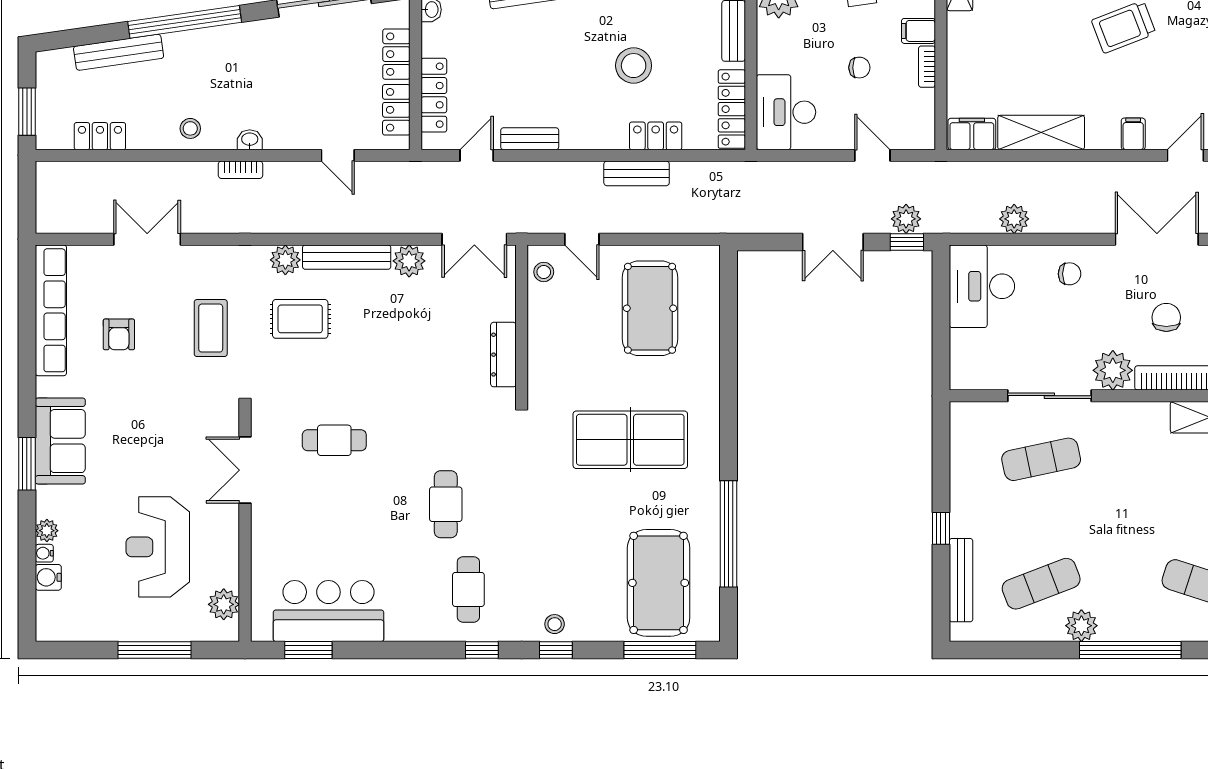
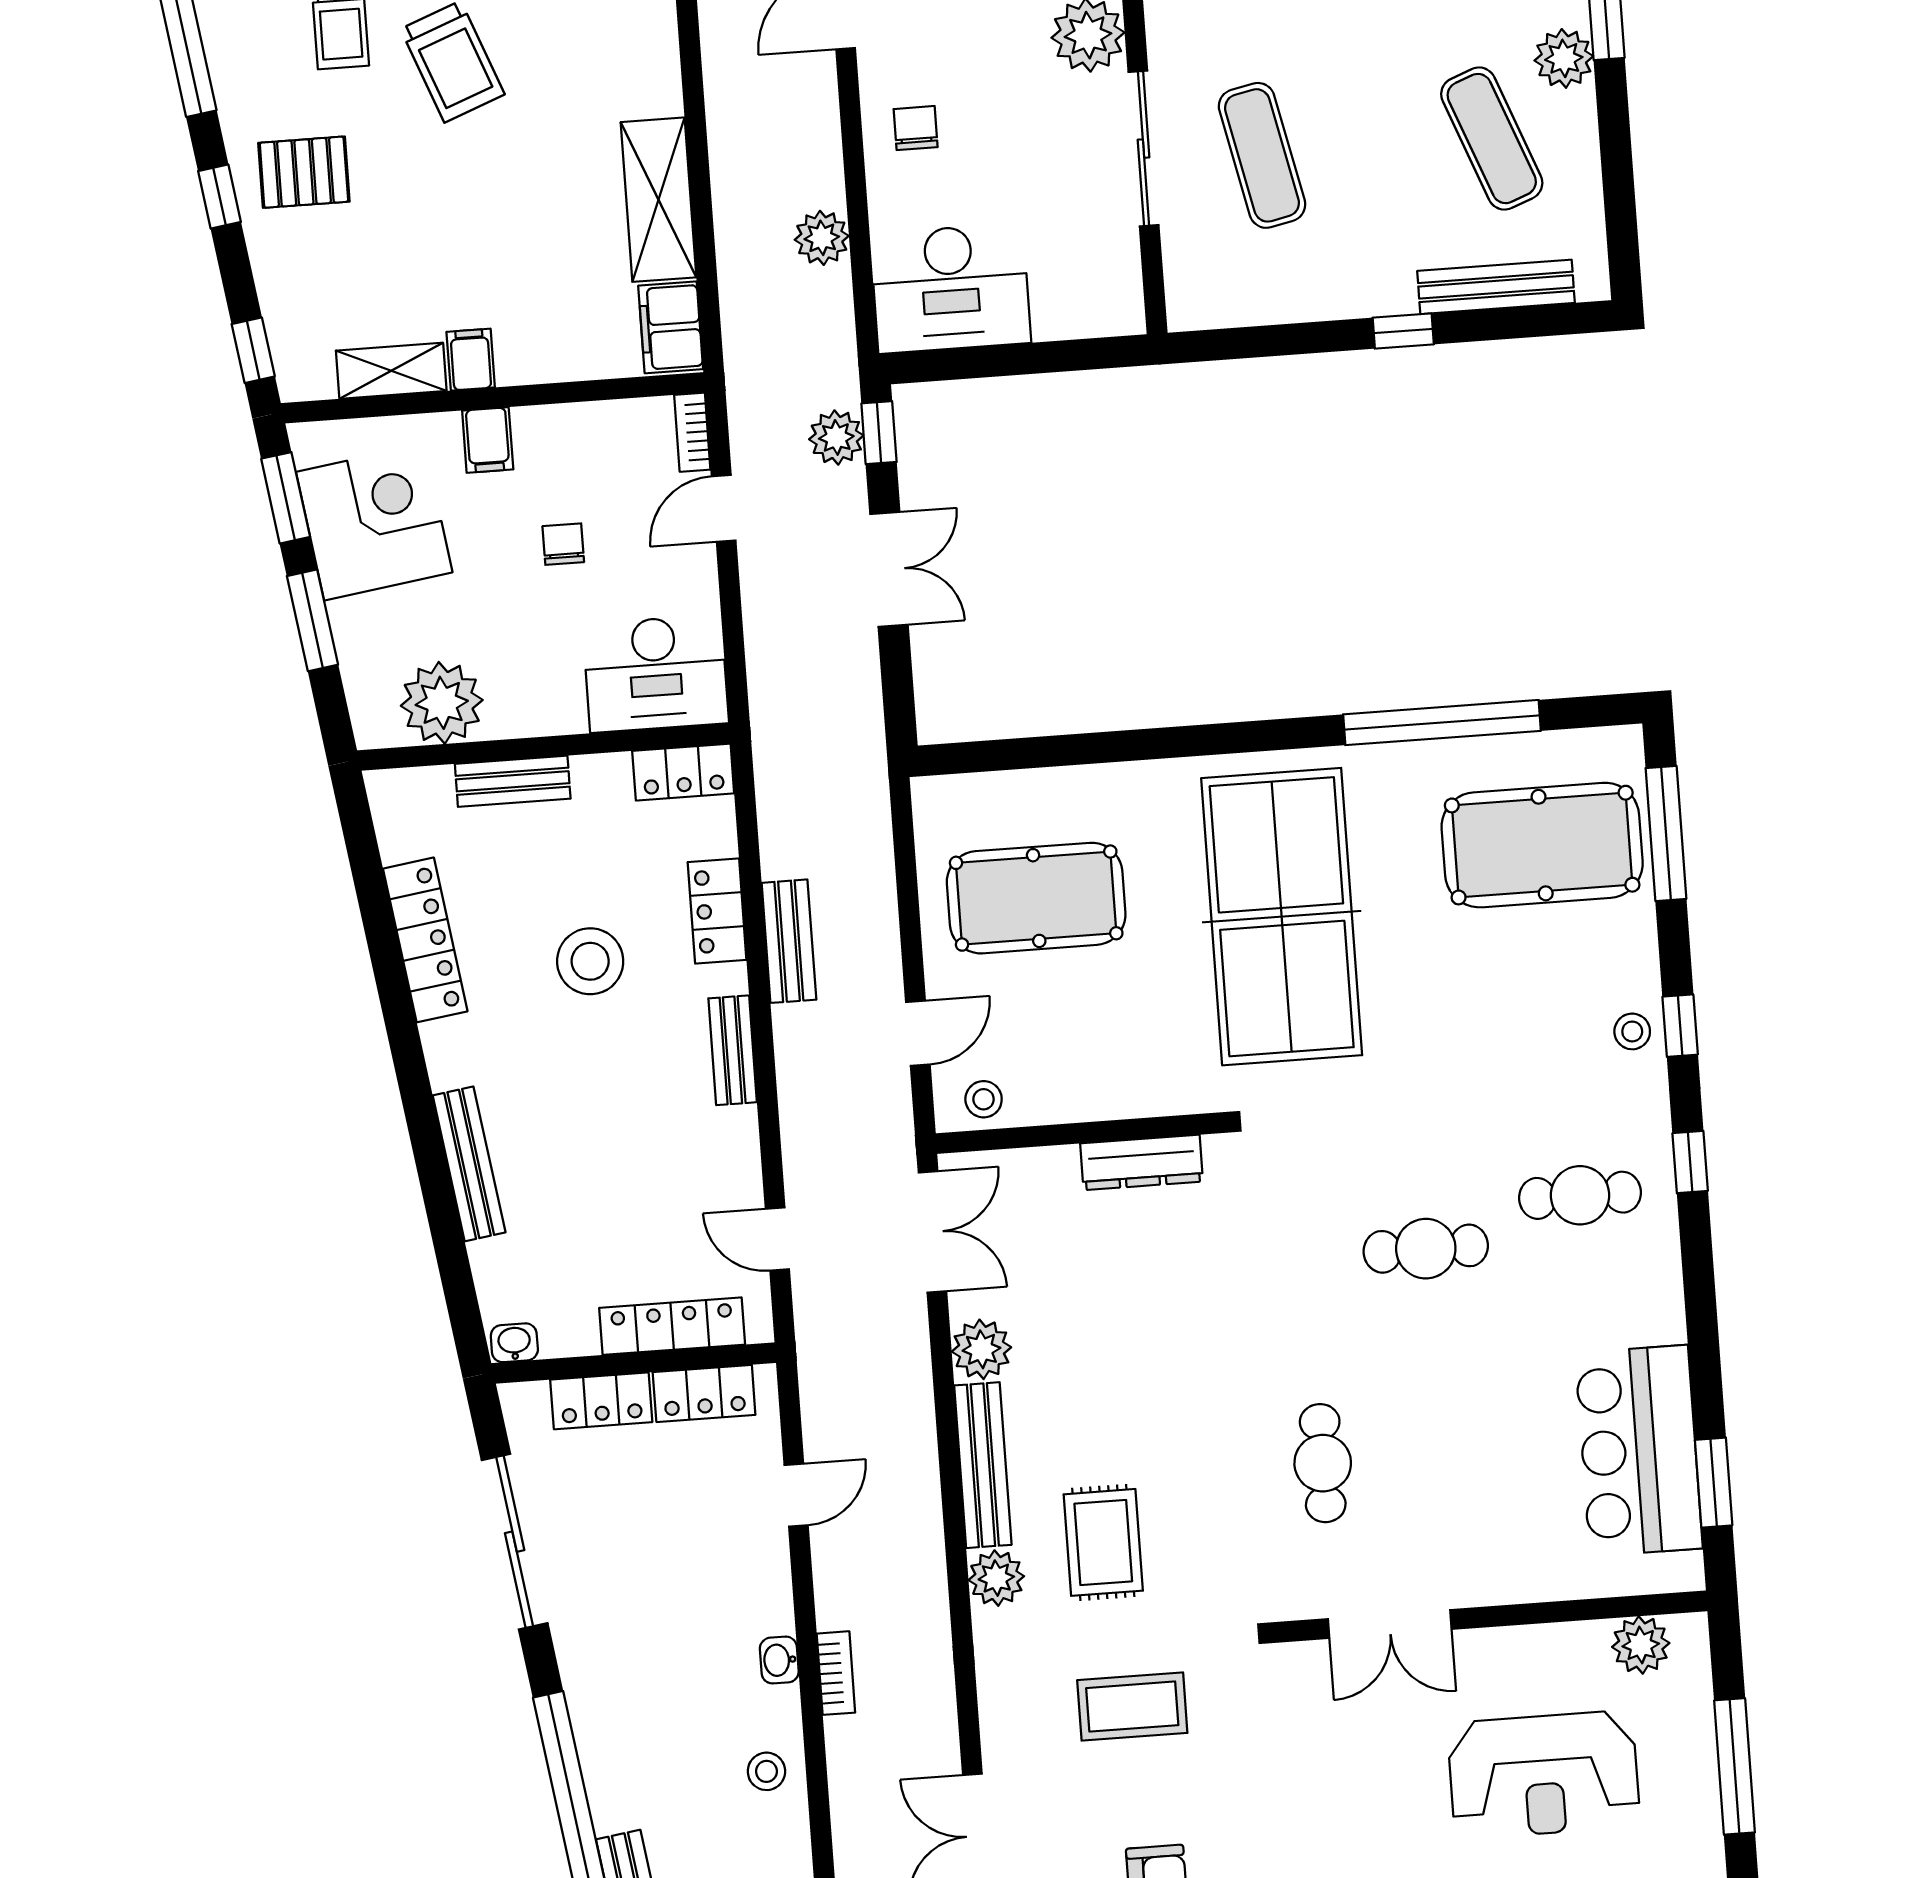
bookcase: (927, 67) -> (692, 432), moved, turned 90
locker: (732, 109) -> (683, 772), width x0.66
filing cabinet: (1133, 134) -> (471, 360), moved, turned 90
bench: (530, 139) -> (733, 1050), moved
table tennis table: (630, 440) -> (1282, 917), width x1.36, depth x1.32

